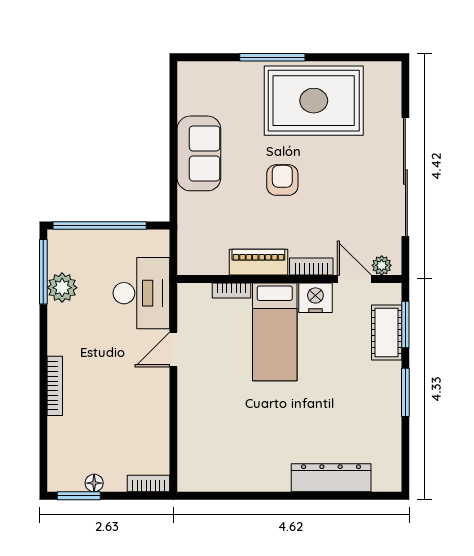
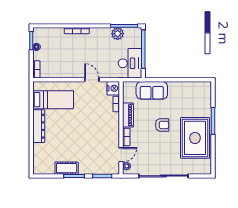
sofa: (199, 153) -> (152, 90), moved
desk: (141, 293) -> (130, 63), moved, turned -90
nightstand: (315, 298) -> (113, 88), moved
bed: (275, 332) -> (53, 100), moved, turned 180
cot: (387, 332) -> (67, 168), moved
dresser: (331, 478) -> (39, 126), moved

